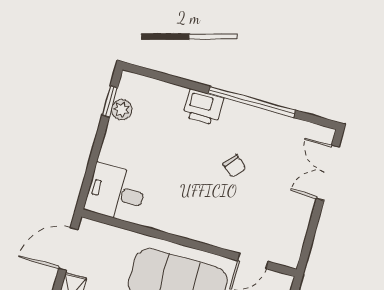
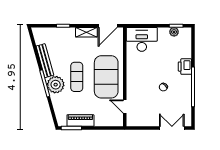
desk: (116, 193) -> (142, 39), width x1.37
door: (68, 249) -> (108, 26), swing flipped

